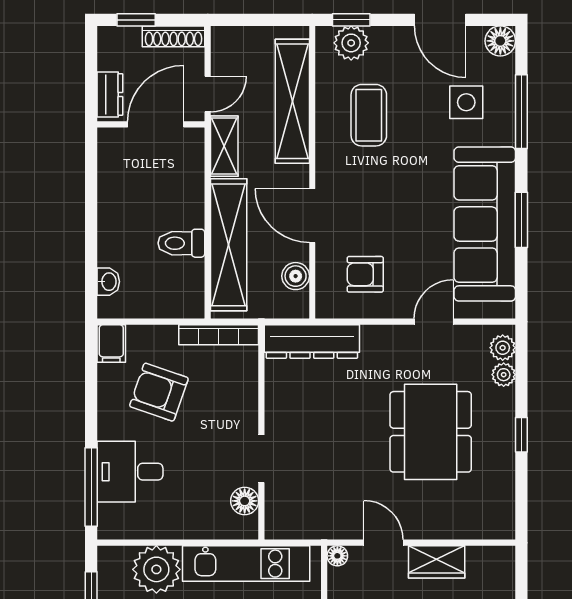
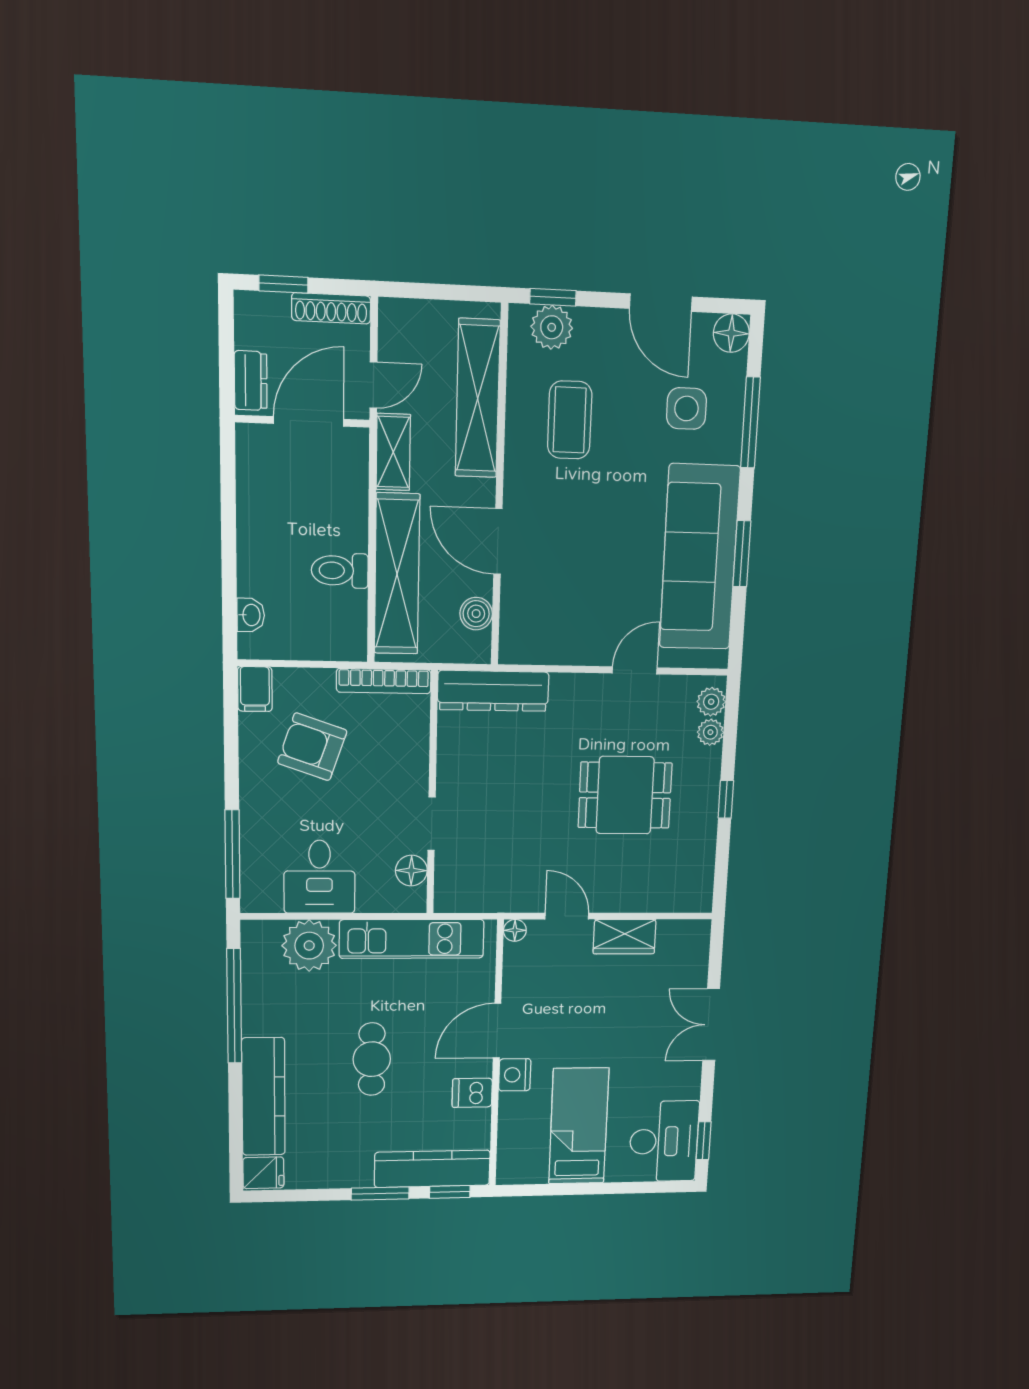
armchair: (365, 274) -> (558, 613), removed
dining table: (431, 432) -> (625, 795), width x0.73
desk: (130, 472) -> (319, 877), moved, turned -90

